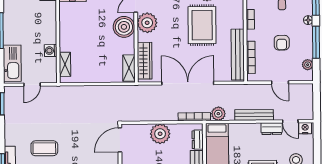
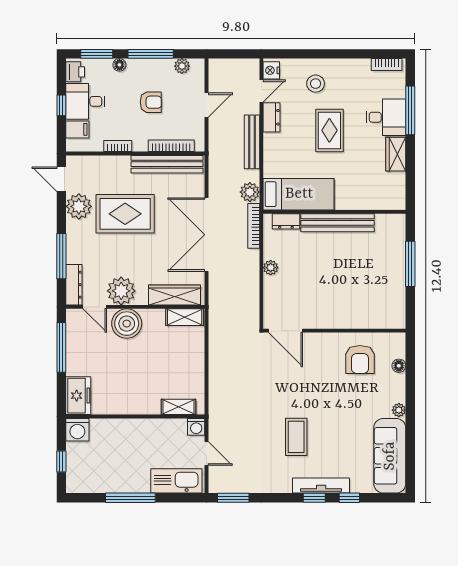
washing machine: (51, 51) -> (196, 427), moved
plant: (160, 134) -> (271, 268), width x0.53, depth x0.53

